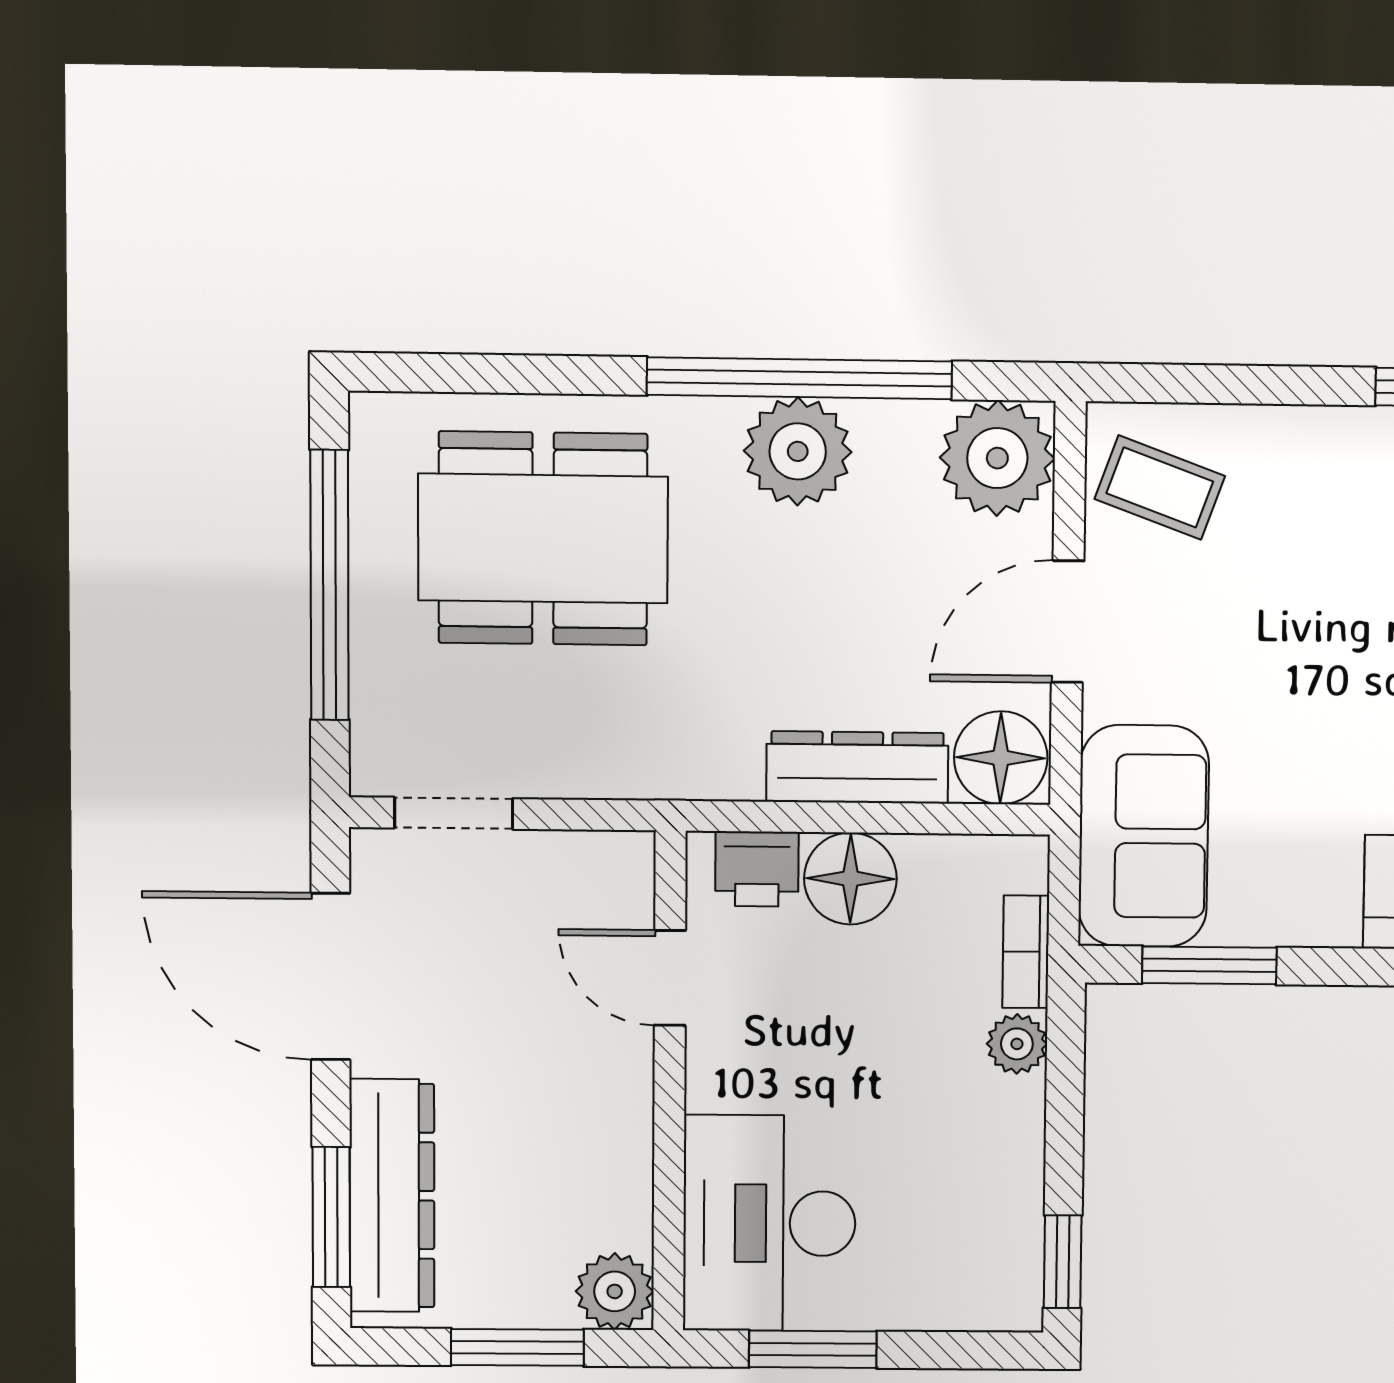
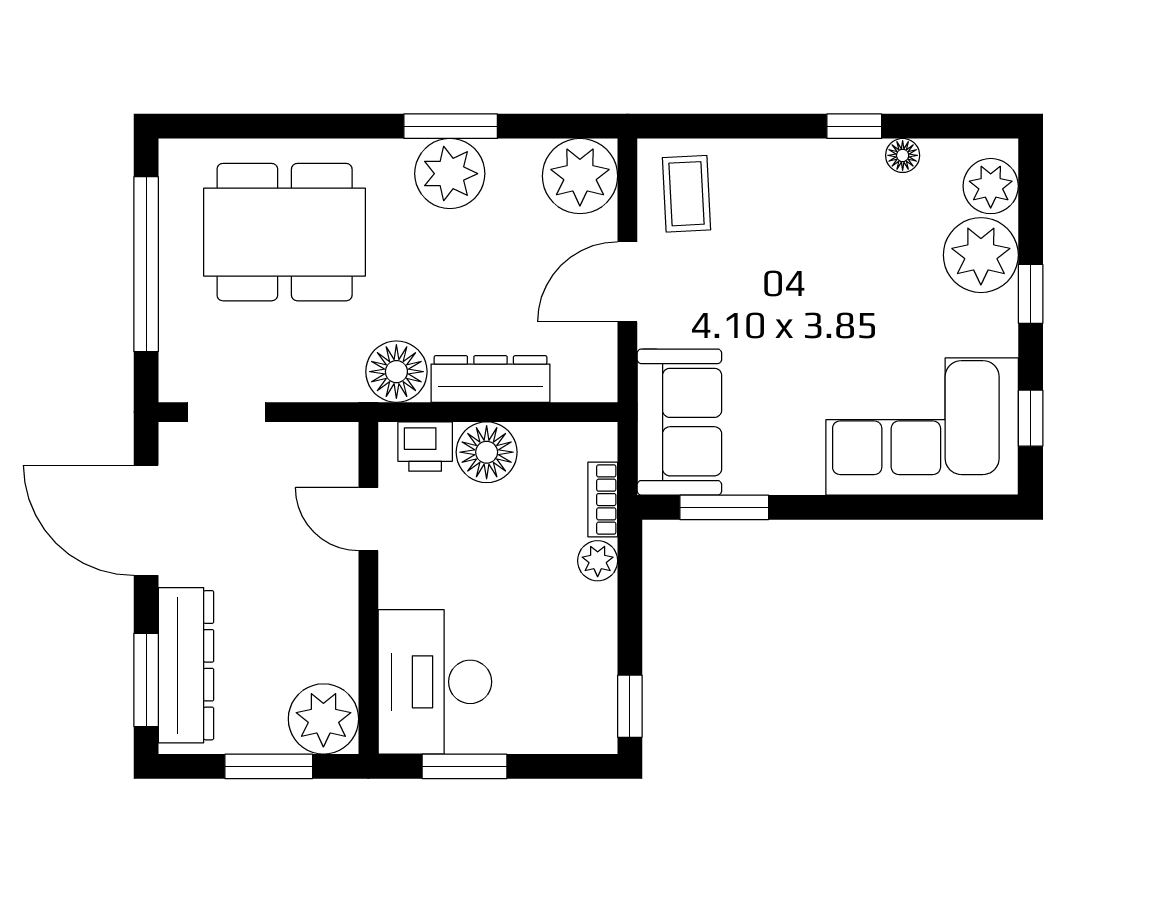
window: (799, 378) -> (451, 126), width x0.47
coffee table: (1160, 487) -> (686, 194), turned 67
floor lamp: (1001, 758) -> (396, 372), moved
plant: (615, 1291) -> (323, 719), width x1.36, depth x1.36

